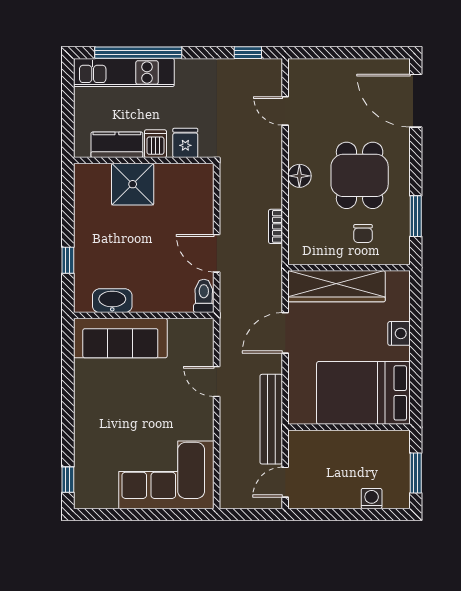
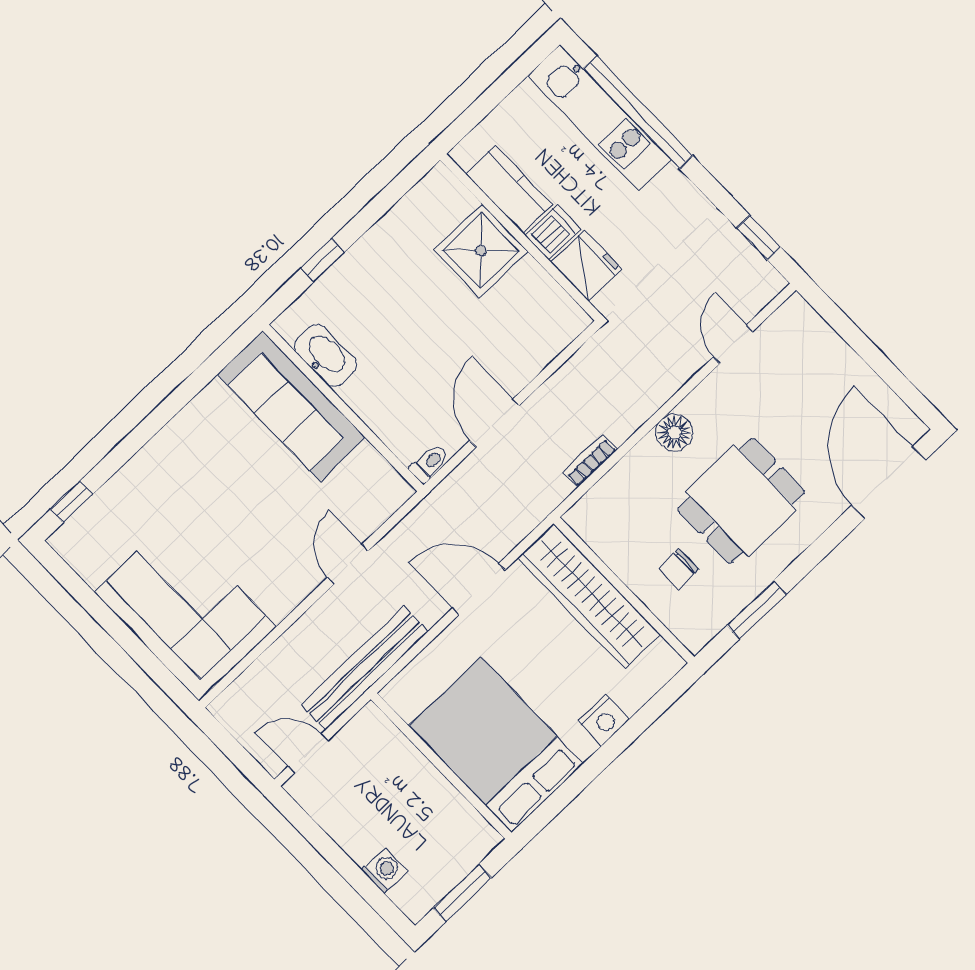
fridge: (185, 143) -> (586, 266), width x1.38
toilet: (204, 296) -> (429, 464), width x0.73, depth x0.72

